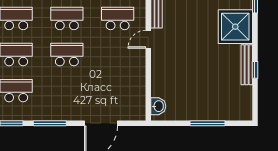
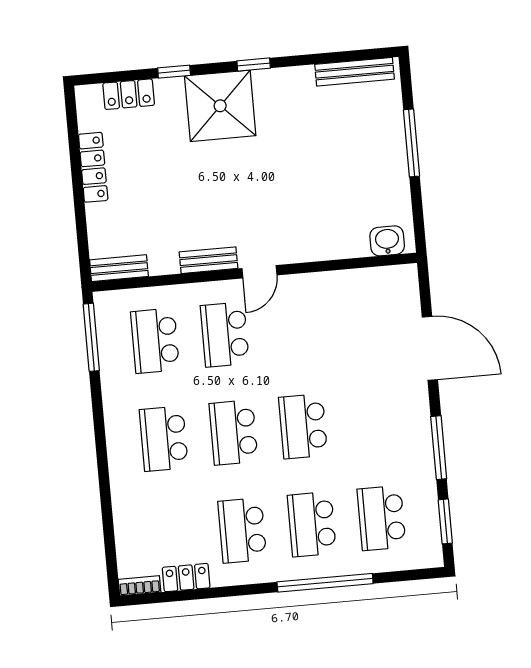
door: (148, 39) -> (259, 272), hinge flipped
bench: (247, 65) -> (355, 72), moved
window: (255, 70) -> (254, 65), moved

